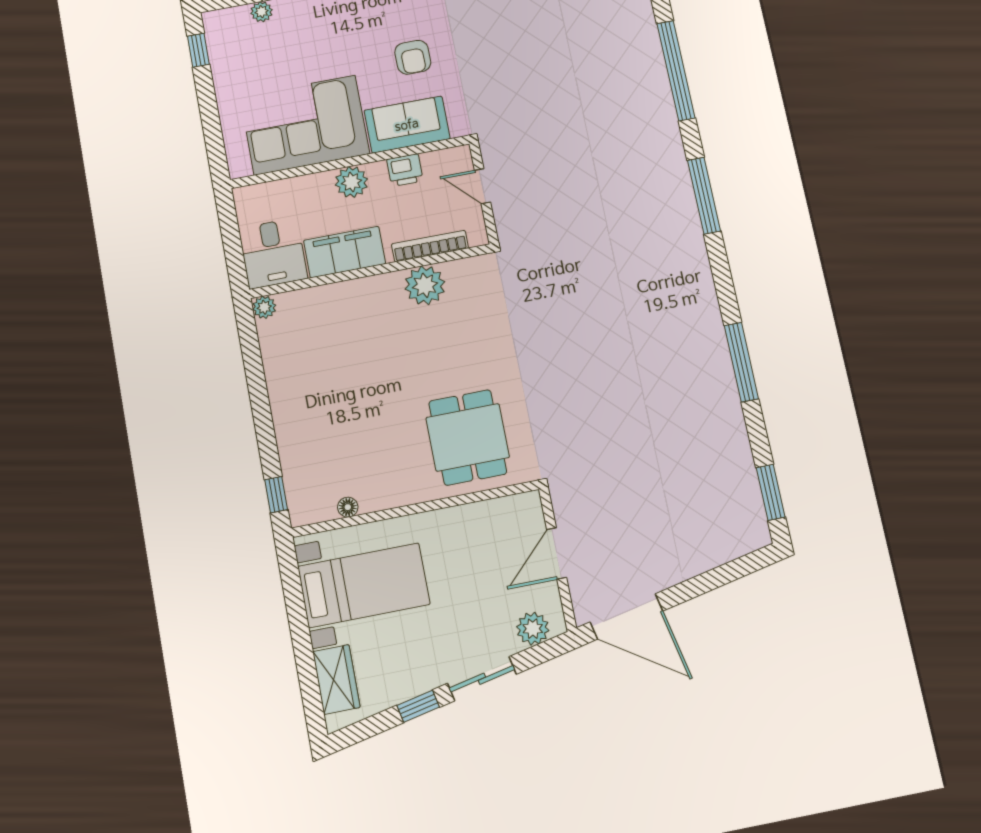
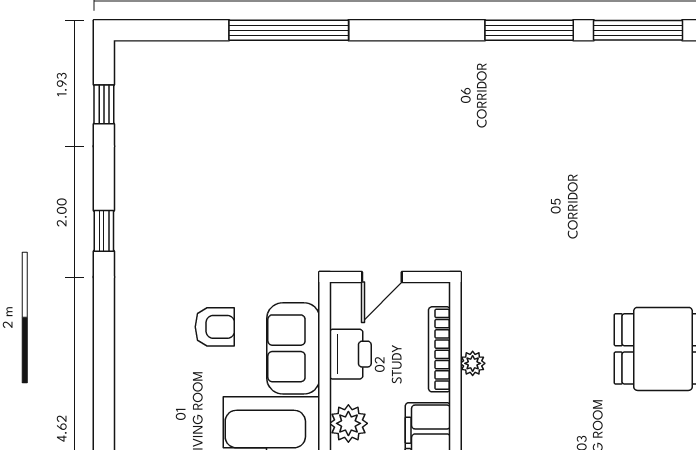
printer: (405, 170) -> (350, 354), width x1.36, depth x1.24
window: (704, 196) -> (529, 30), moved
plant: (425, 285) -> (473, 363), width x0.53, depth x0.53

